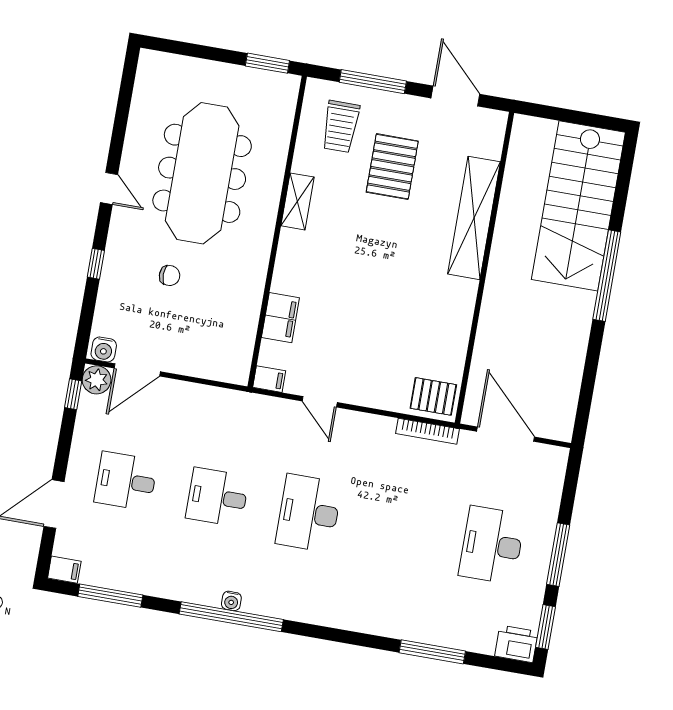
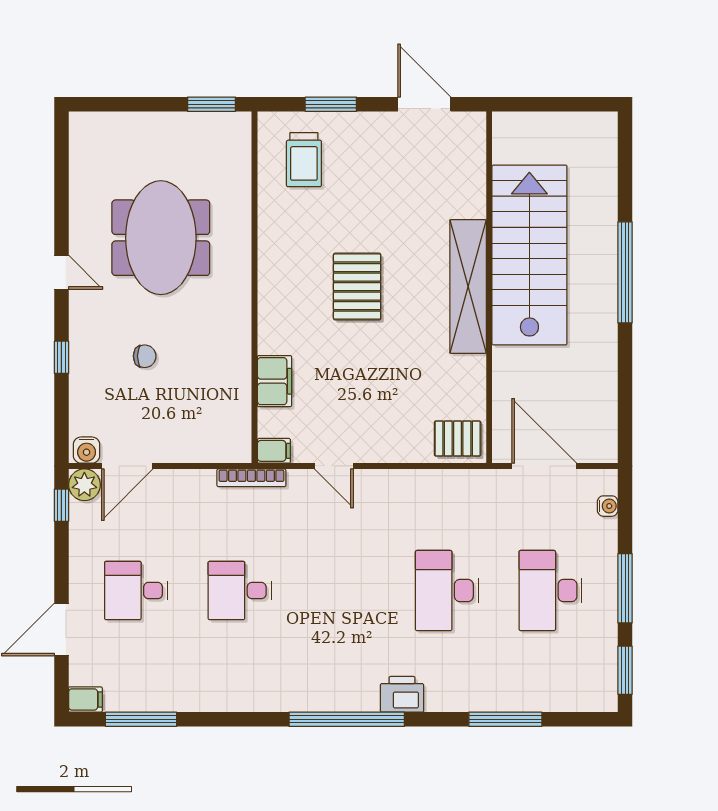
window: (373, 82) -> (331, 104), width x0.69
pallet: (392, 167) -> (357, 287), moved
meeting table: (202, 173) -> (161, 238), width x0.73
shelving: (297, 201) -> (271, 250), removed
stairs: (578, 206) -> (529, 255), moved, turned 180
shelving: (474, 218) -> (468, 286), moved
bookcase: (427, 431) -> (251, 478), moved
desk: (309, 513) -> (447, 591), moved
water cooler: (231, 601) -> (608, 506), moved, turned -90
window: (231, 617) -> (347, 719), moved
printer: (516, 644) -> (402, 694), moved

